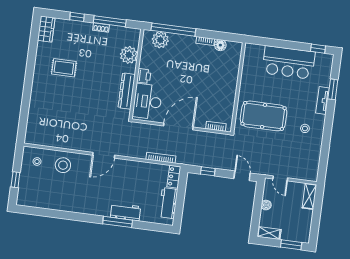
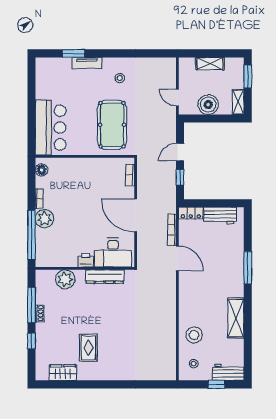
wardrobe: (46, 29) -> (63, 373), moved
plant: (160, 40) -> (44, 219), moved
floor lamp: (220, 45) -> (42, 170), moved
window: (318, 49) -> (31, 75), removed
bar counter: (289, 62) -> (51, 128), moved
door: (104, 155) -> (177, 258), moved
door: (242, 176) -> (180, 152), moved
door: (280, 178) -> (177, 98), swing flipped
shelving: (309, 196) -> (210, 64), moved
shelving: (73, 205) -> (236, 318), added
boiler: (266, 205) -> (208, 105), width x1.86, depth x1.86
workbench: (126, 212) -> (228, 372), moved, turned 90

